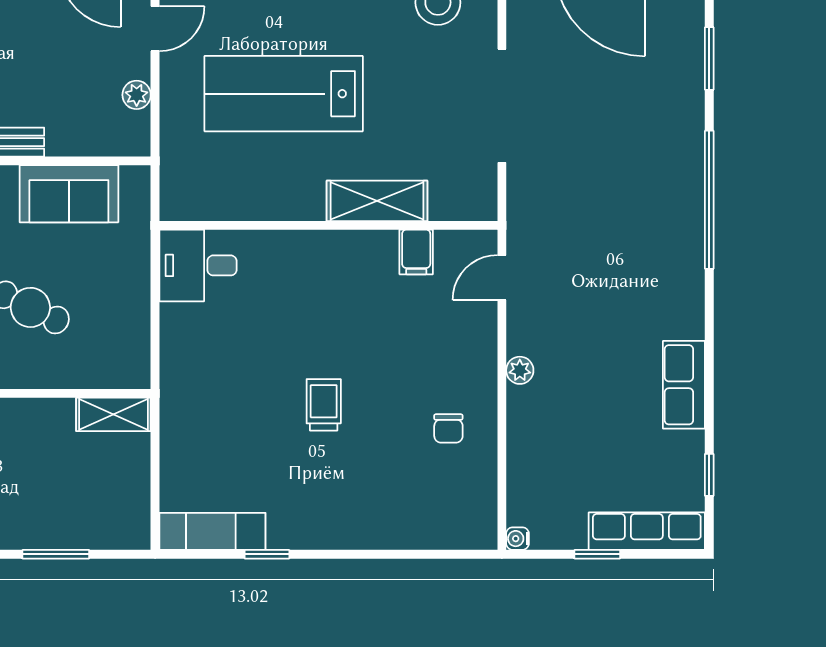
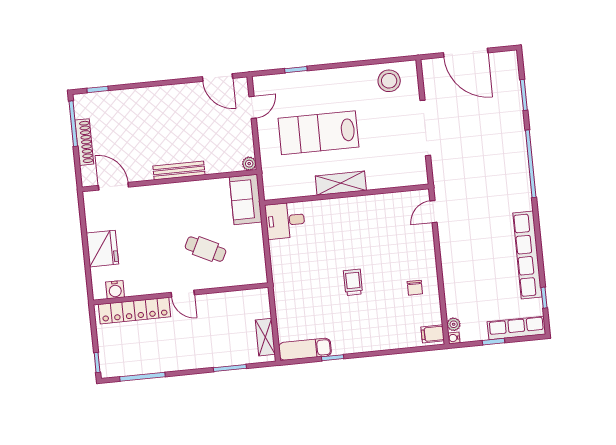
plant: (137, 95) -> (249, 164), moved
sofa: (69, 194) -> (246, 199), moved, turned 90
shelving: (377, 201) -> (341, 183), moved
filing cabinet: (416, 252) -> (433, 334), moved, turned 90
plant: (520, 370) -> (454, 324), moved
row of seats: (684, 385) -> (527, 255), width x2.02
shelving: (113, 414) -> (265, 337), moved, turned 90

